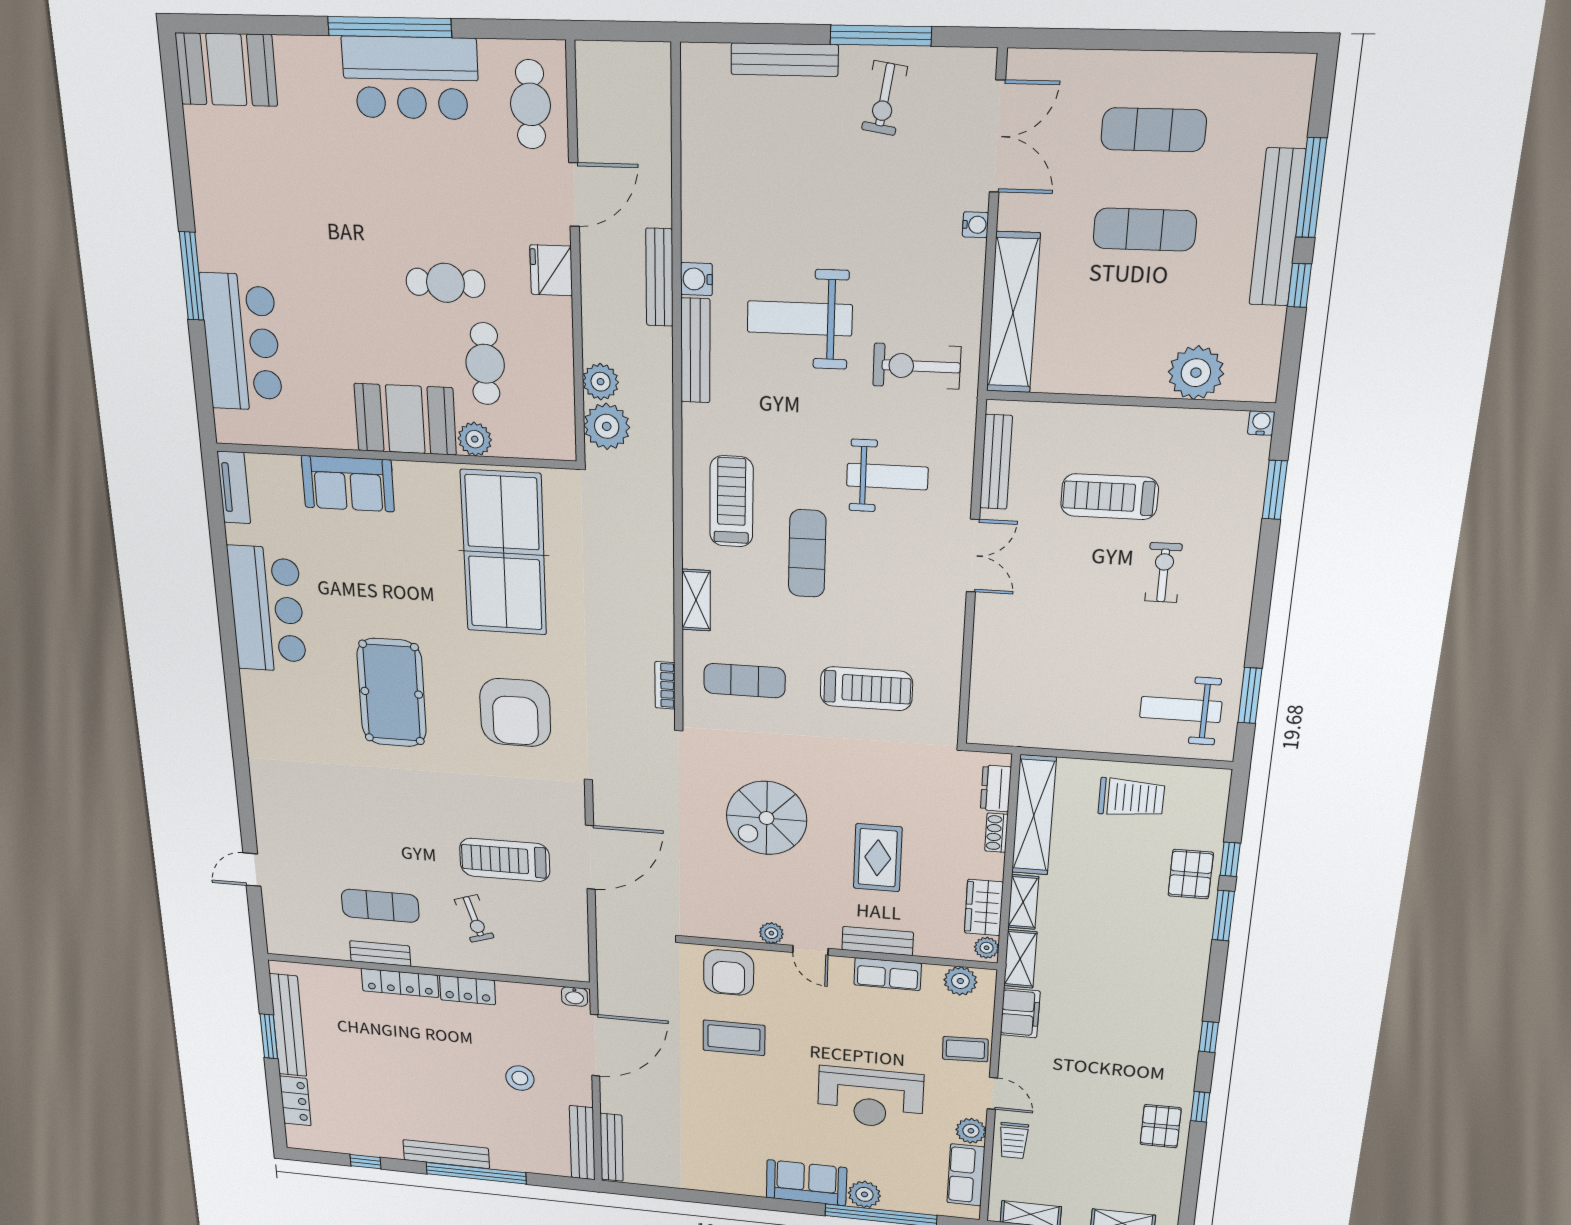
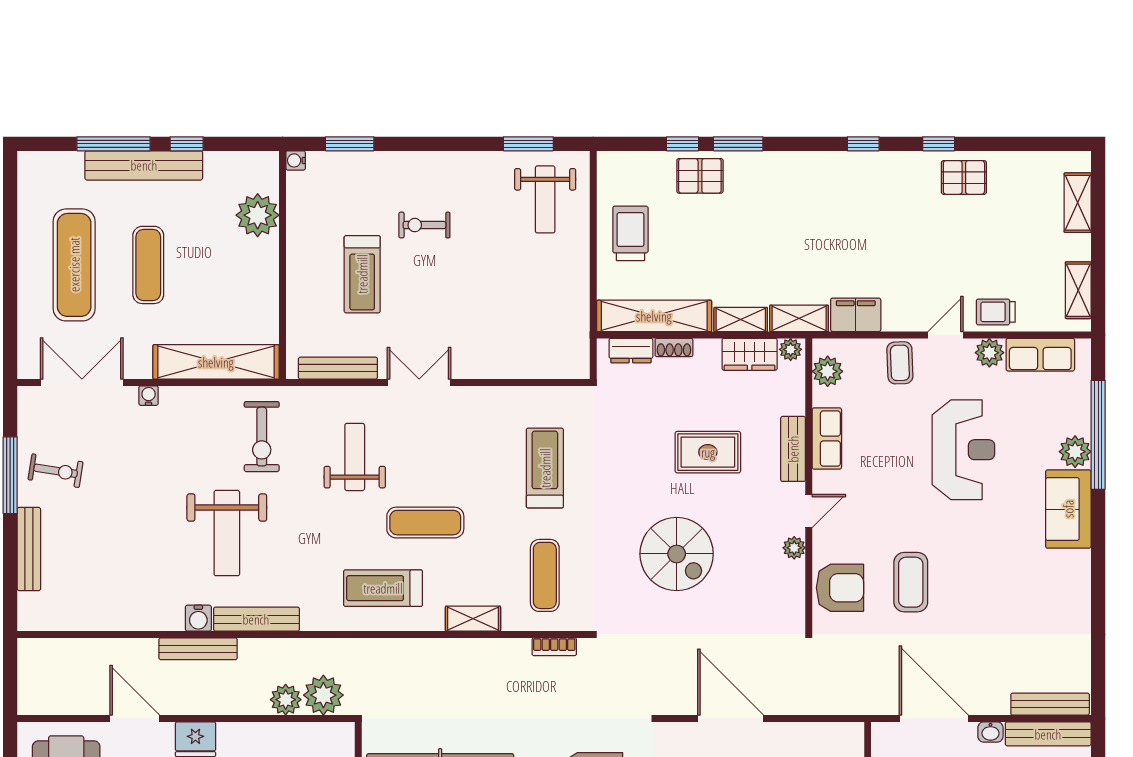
exercise mat: (1154, 130) -> (74, 265), width x1.36, depth x1.45
washbasin: (575, 997) -> (990, 732), moved, turned 90
trolley: (1014, 1141) -> (996, 312), turned 180

